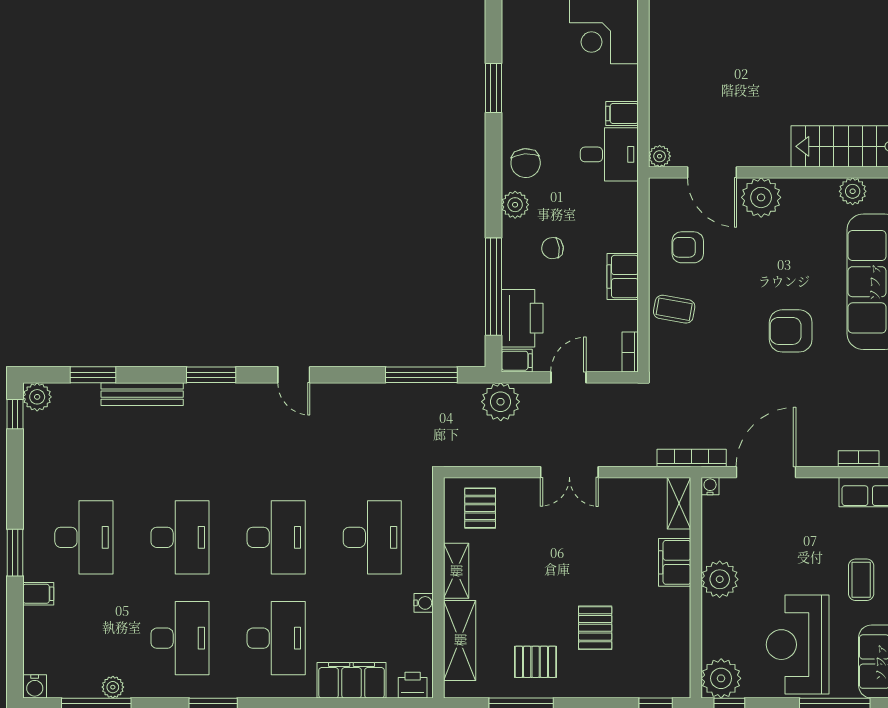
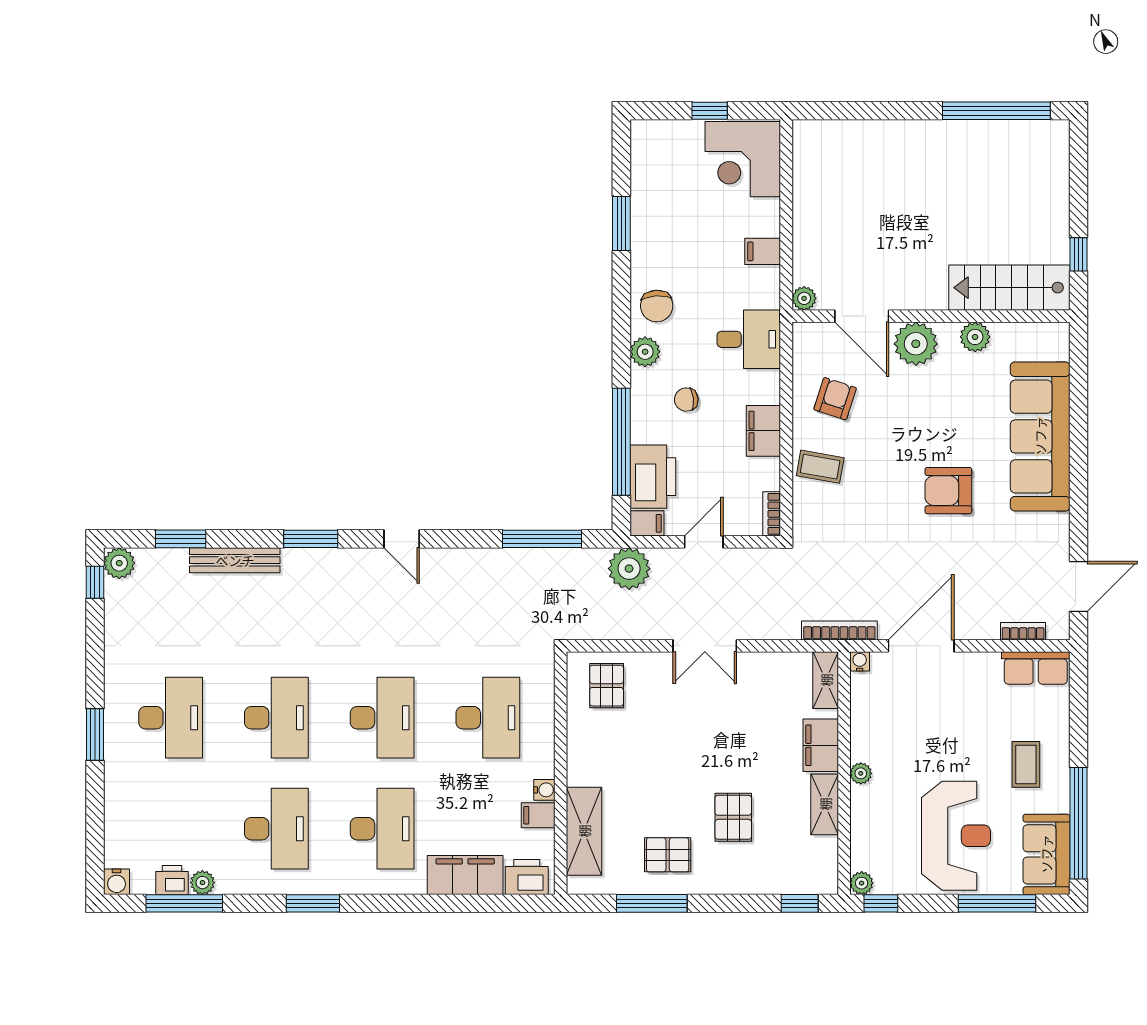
desk: (609, 154) -> (749, 339), moved
plant: (853, 191) -> (975, 337), moved
armchair: (688, 247) -> (835, 399), turned 108
shelving: (456, 571) -> (825, 804), moved
plant: (720, 579) -> (861, 773), width x0.53, depth x0.53
filing cabinet: (38, 594) -> (538, 815), moved, turned 180
reception desk: (798, 645) -> (956, 836), turned 180
plant: (721, 678) -> (862, 883), width x0.53, depth x0.53
printer: (85, 685) -> (172, 880), added
printer: (413, 685) -> (527, 877), width x1.36, depth x1.24

